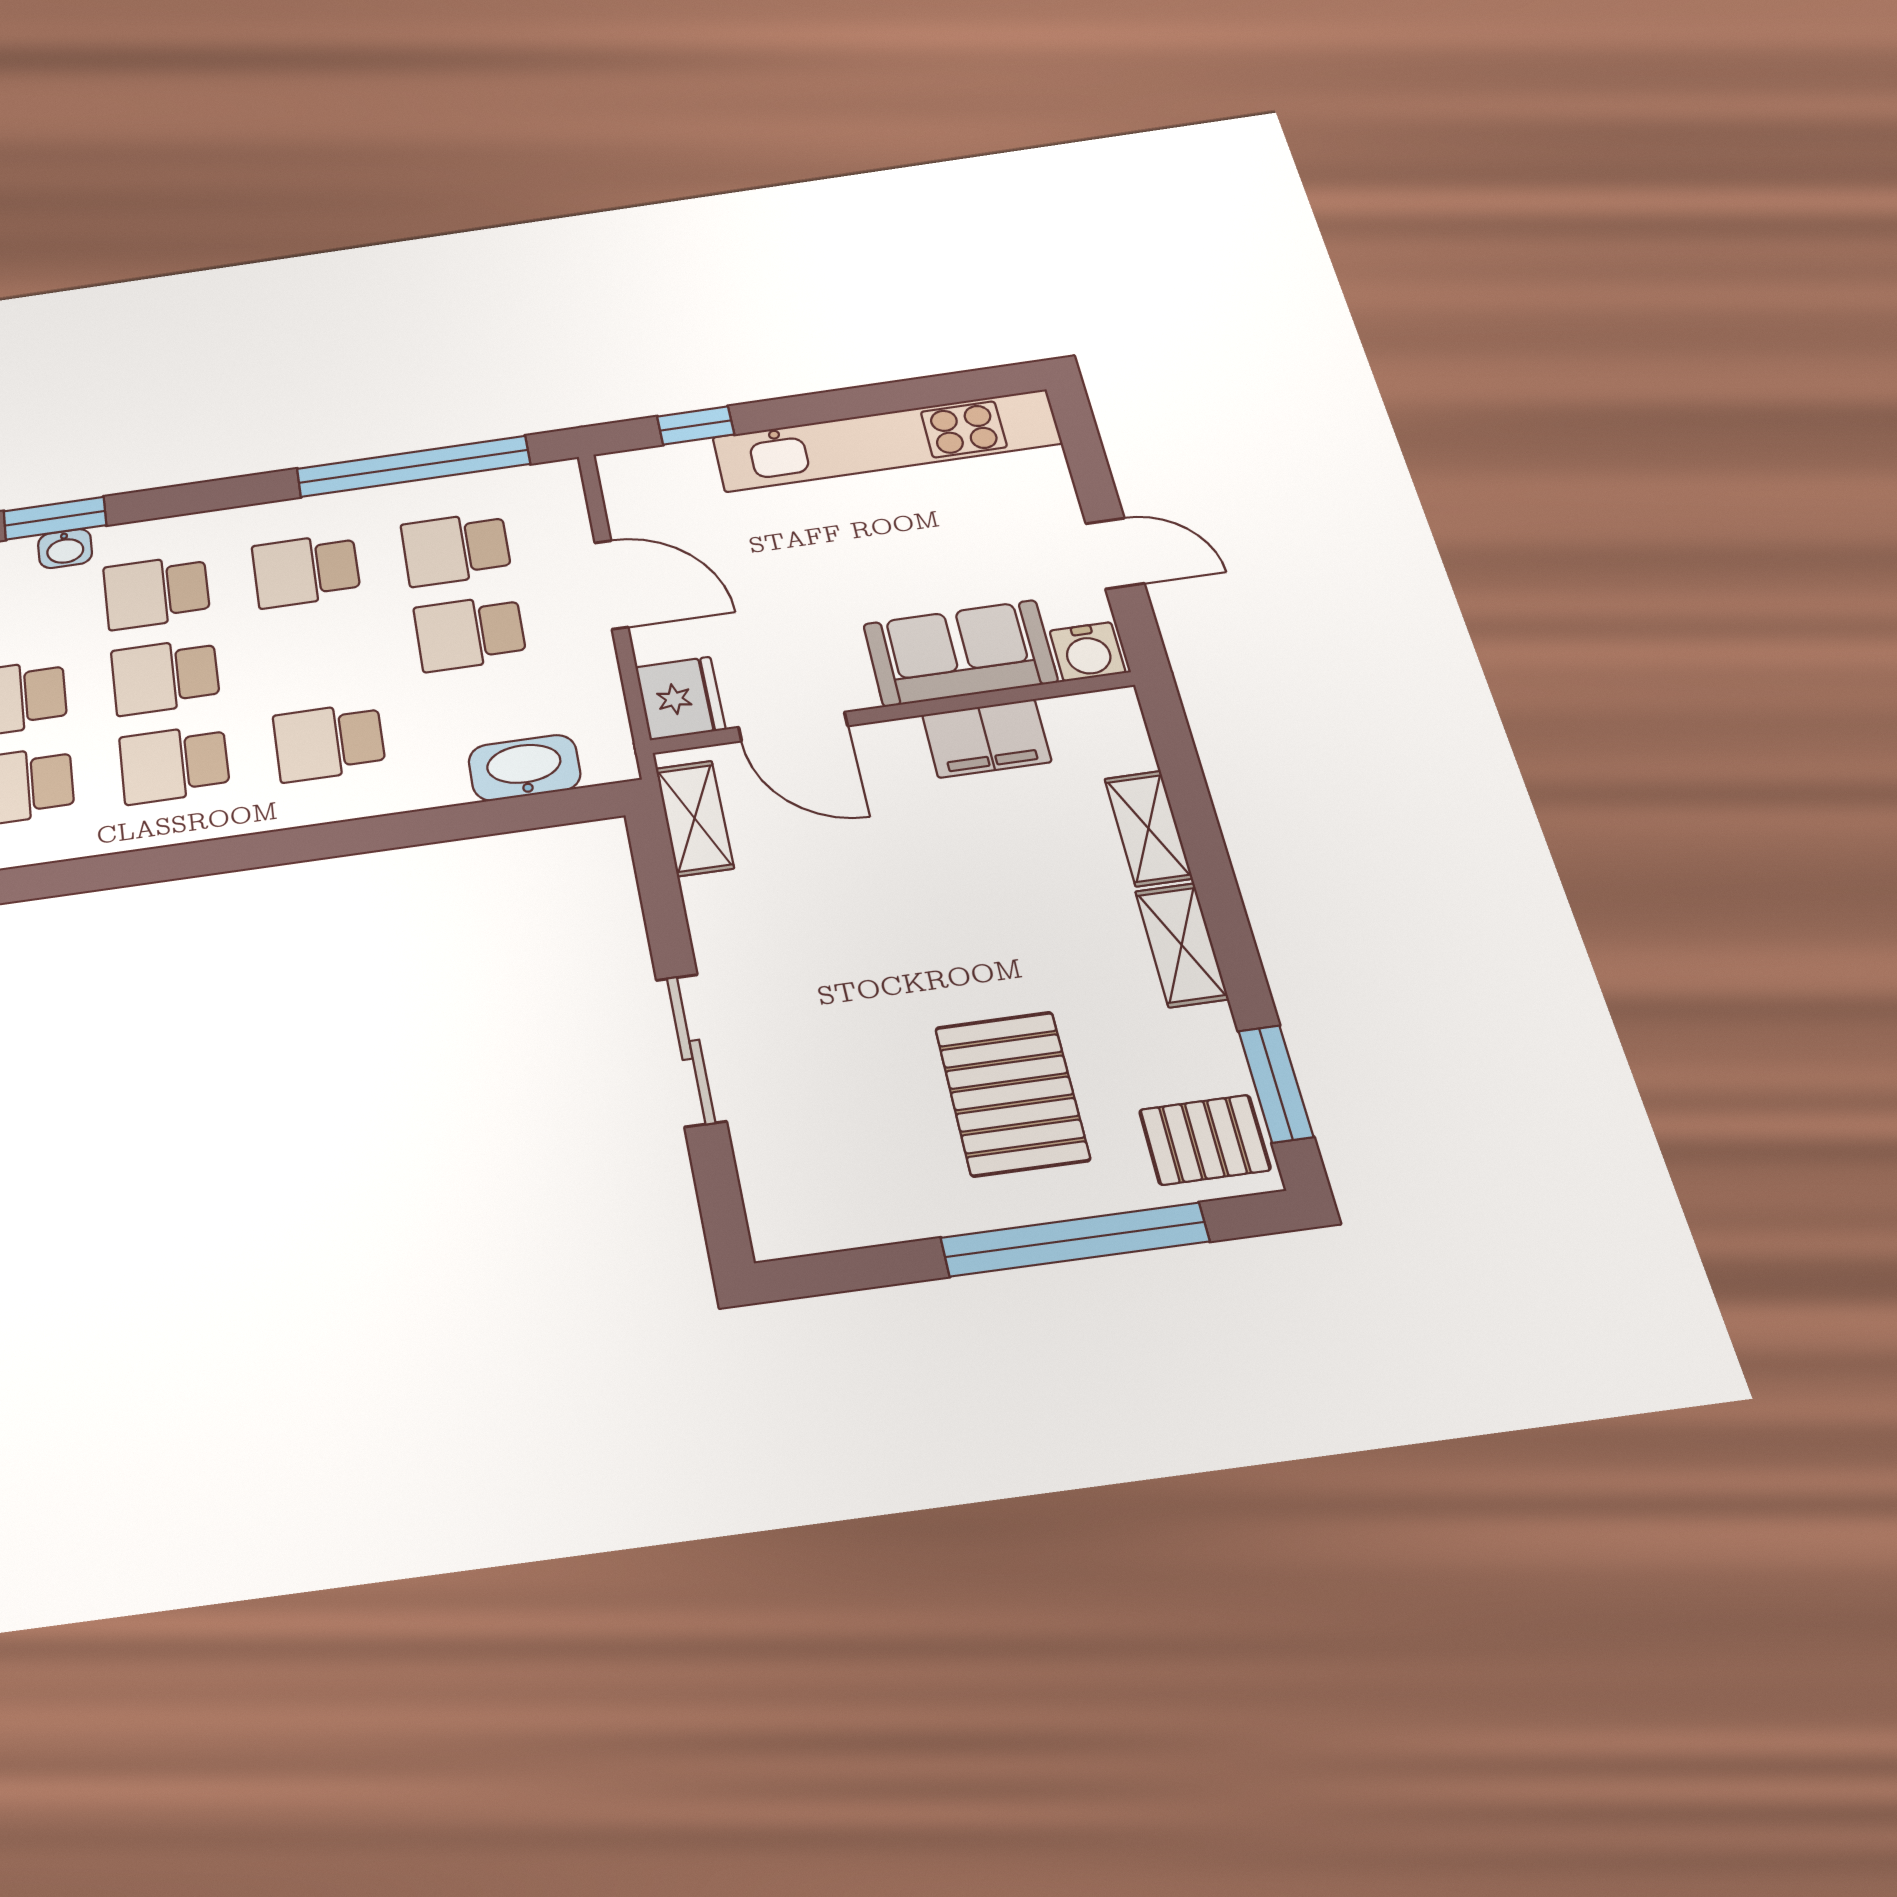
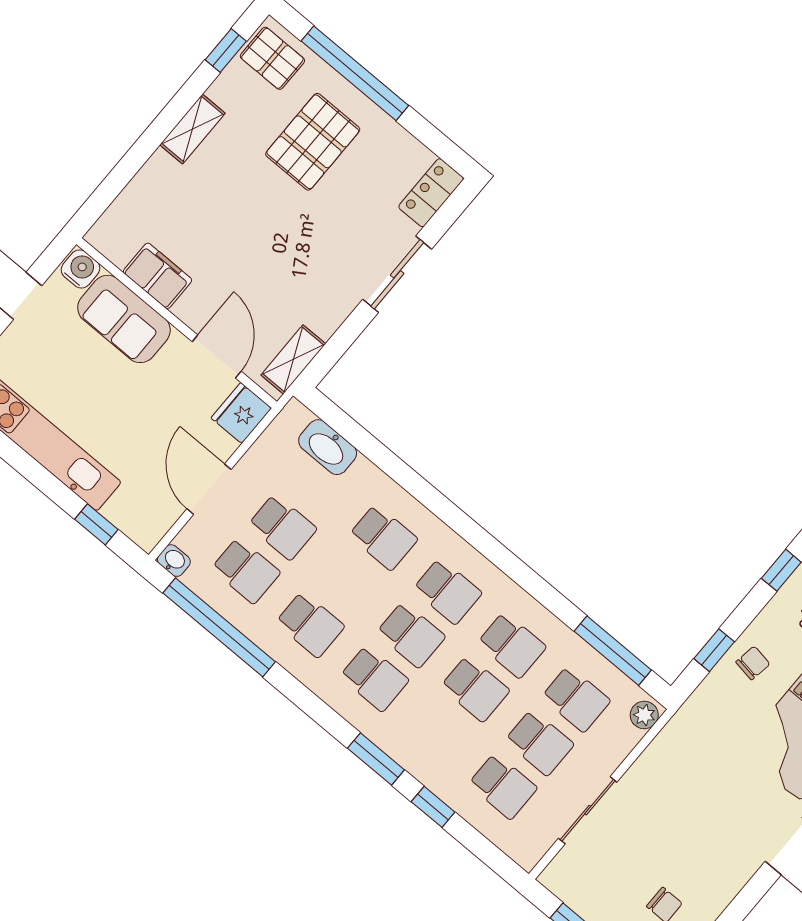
washbasin: (65, 549) -> (174, 561), moved
shelving: (1148, 828) -> (148, 181), removed
window: (1276, 1084) -> (226, 50), width x0.67
locker: (775, 1197) -> (431, 193), added

